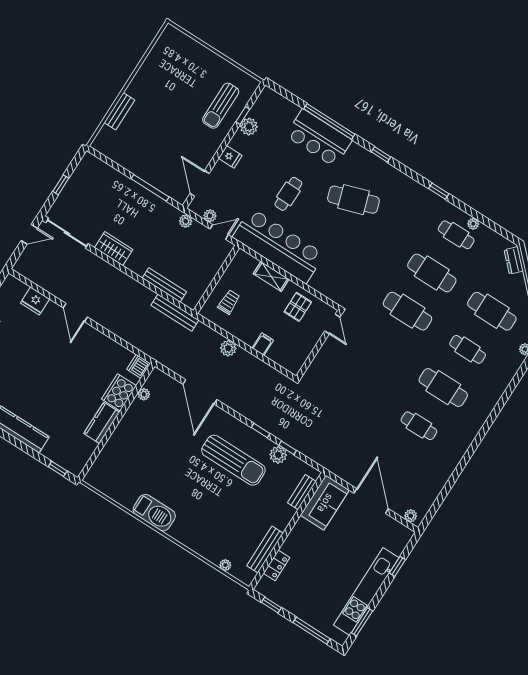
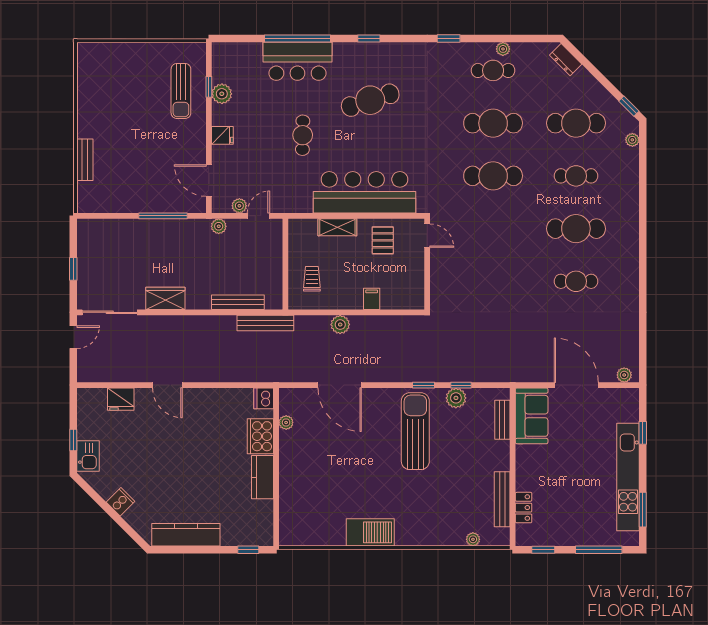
bar counter: (278, 246) -> (365, 192), moved
sun lounger: (233, 460) -> (415, 431), turned -90

